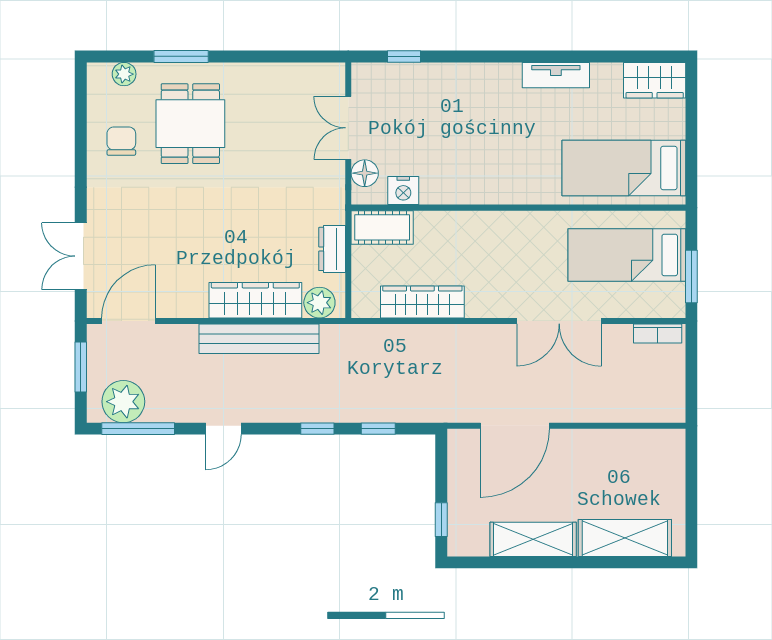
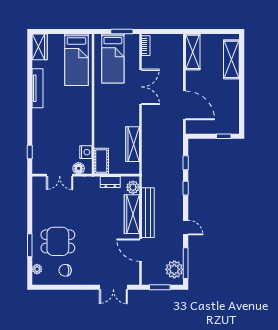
tv unit: (556, 75) -> (37, 88), width x1.41
door: (129, 321) -> (141, 250), moved
shelving: (533, 539) -> (193, 52), moved

